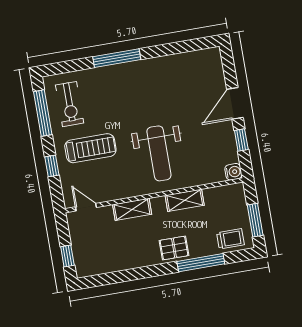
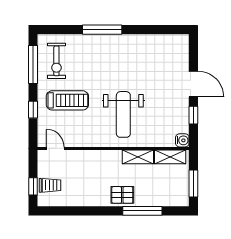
door: (235, 103) -> (193, 84), swing flipped
shelving: (132, 209) -> (170, 157), moved
trolley: (230, 239) -> (50, 185), moved

